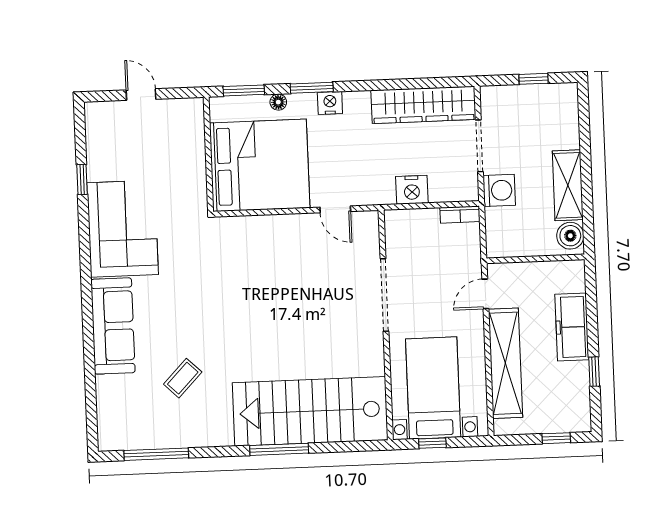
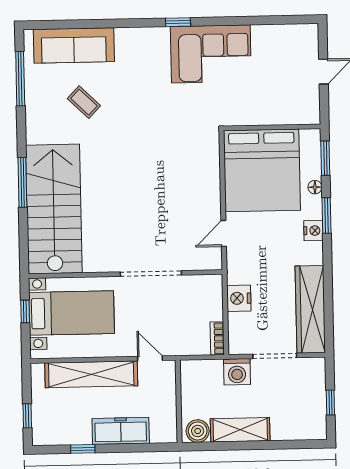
window: (82, 180) -> (178, 22), moved
sofa: (113, 326) -> (74, 45), moved

